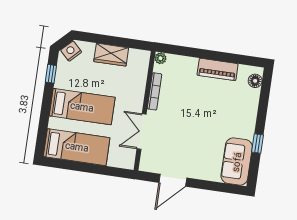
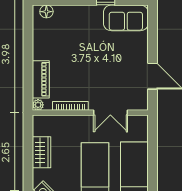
piano: (218, 69) -> (41, 79), moved

